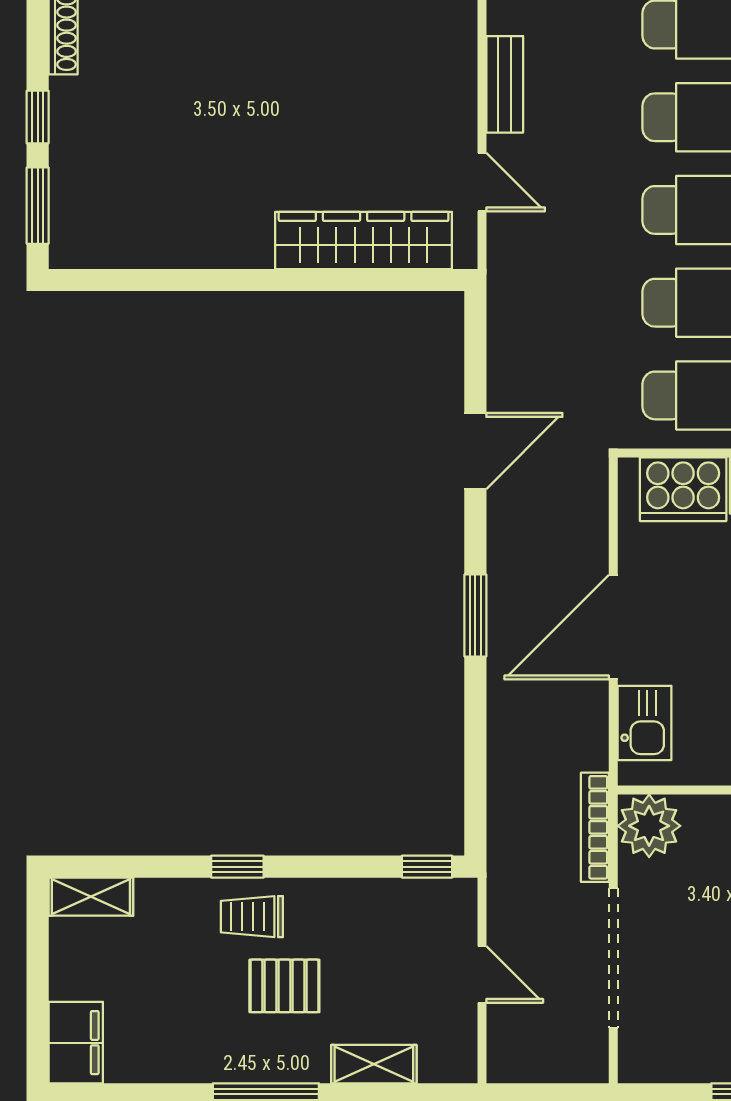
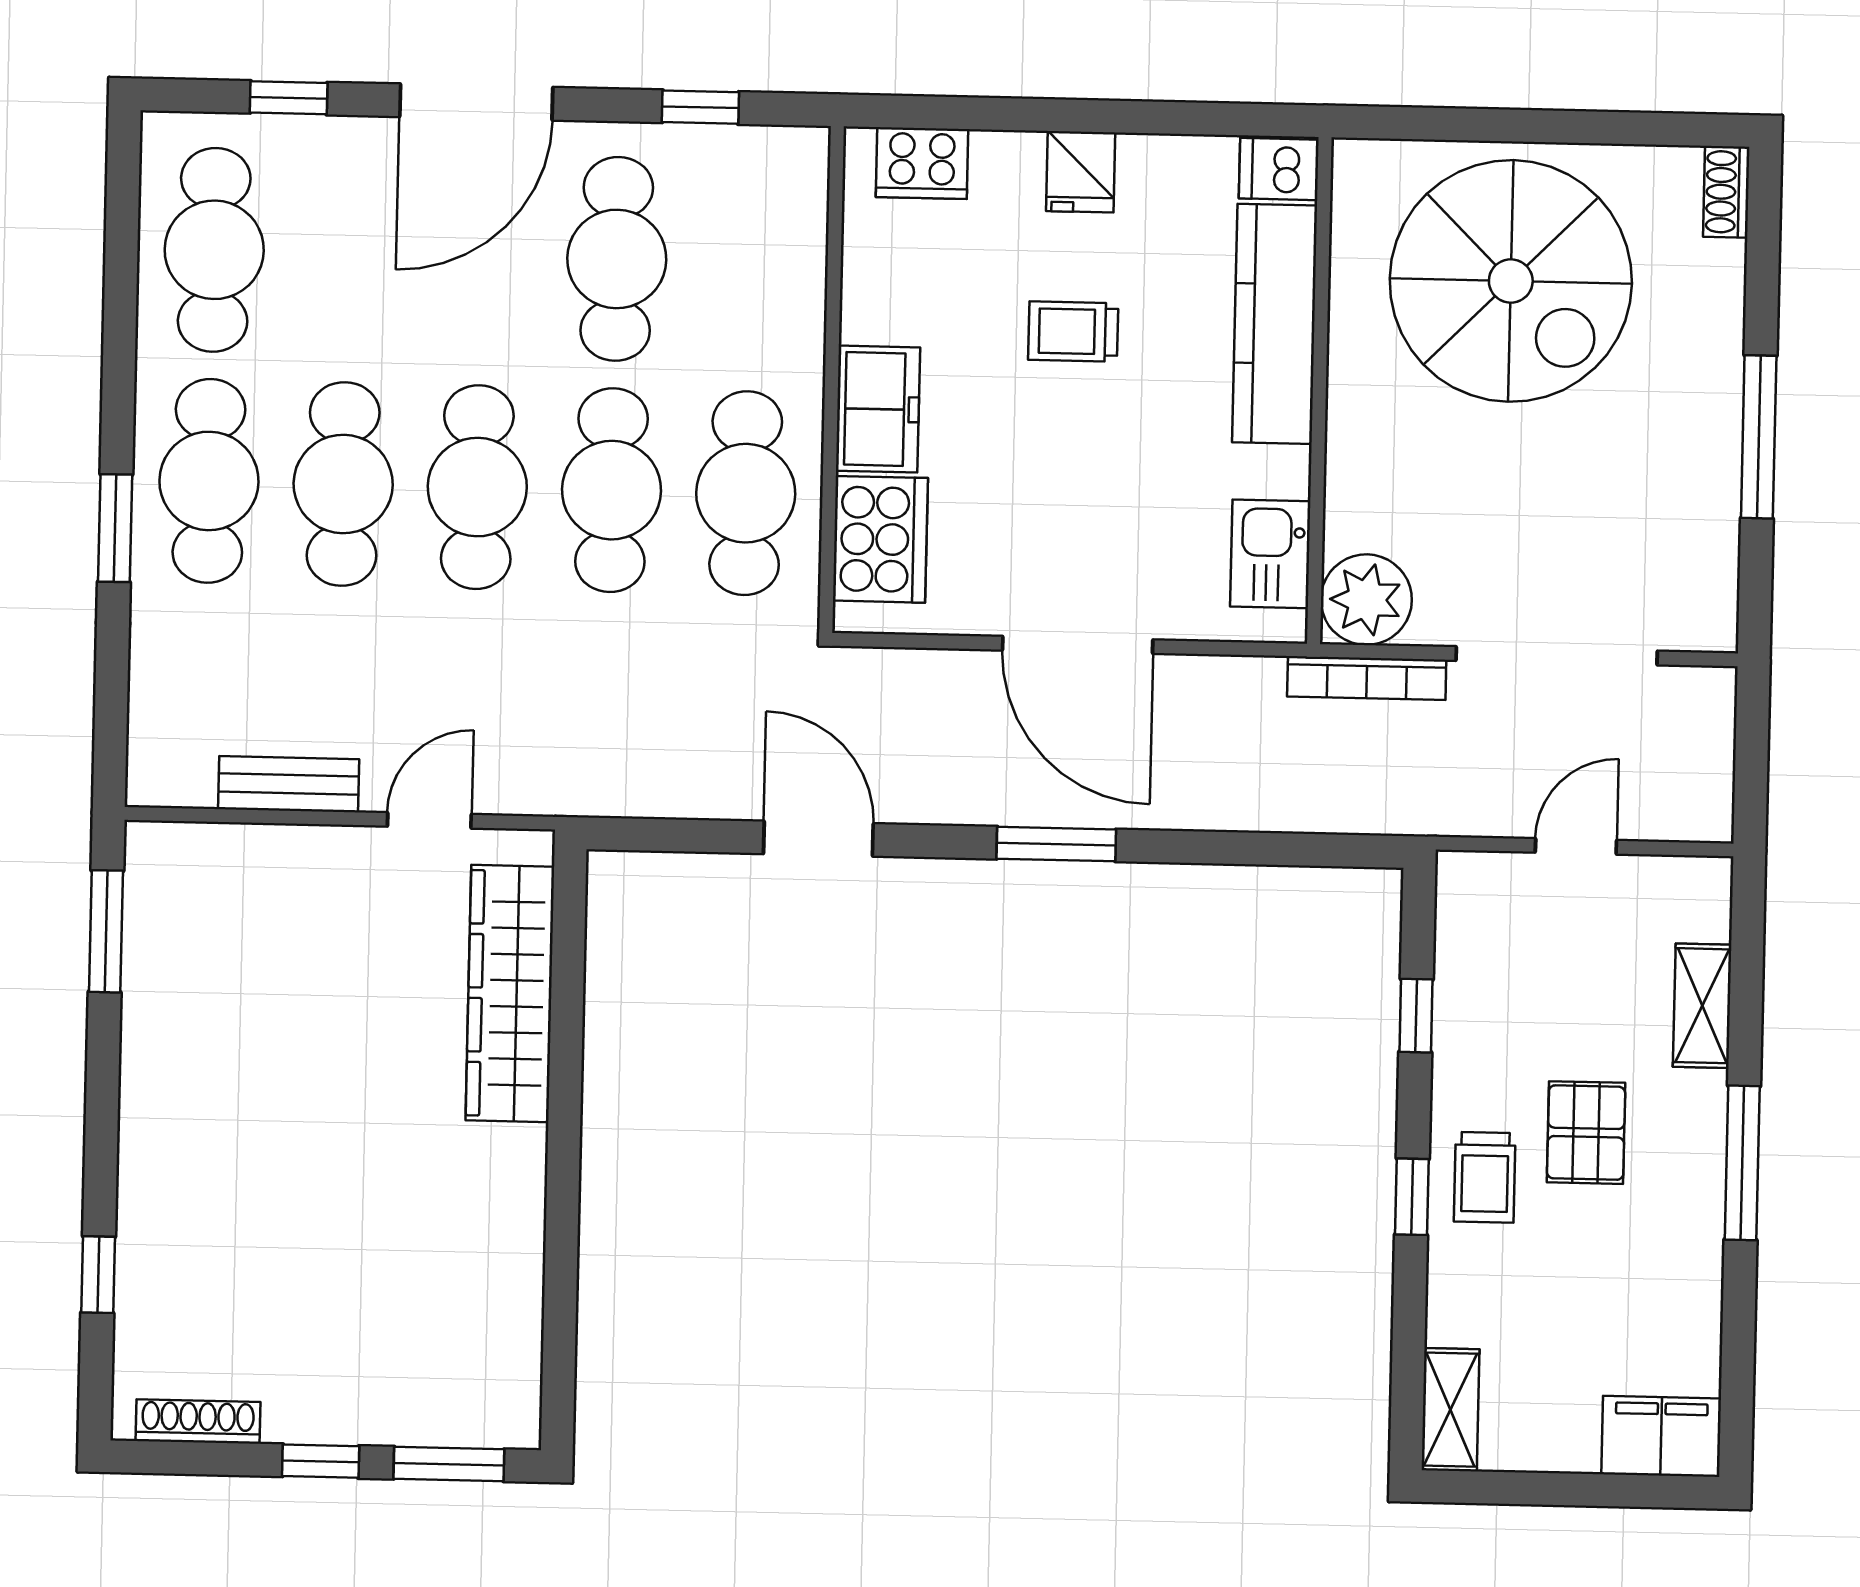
kitchen sink: (645, 723) -> (1270, 554), moved, turned -90
window: (427, 867) -> (1416, 1016), moved

